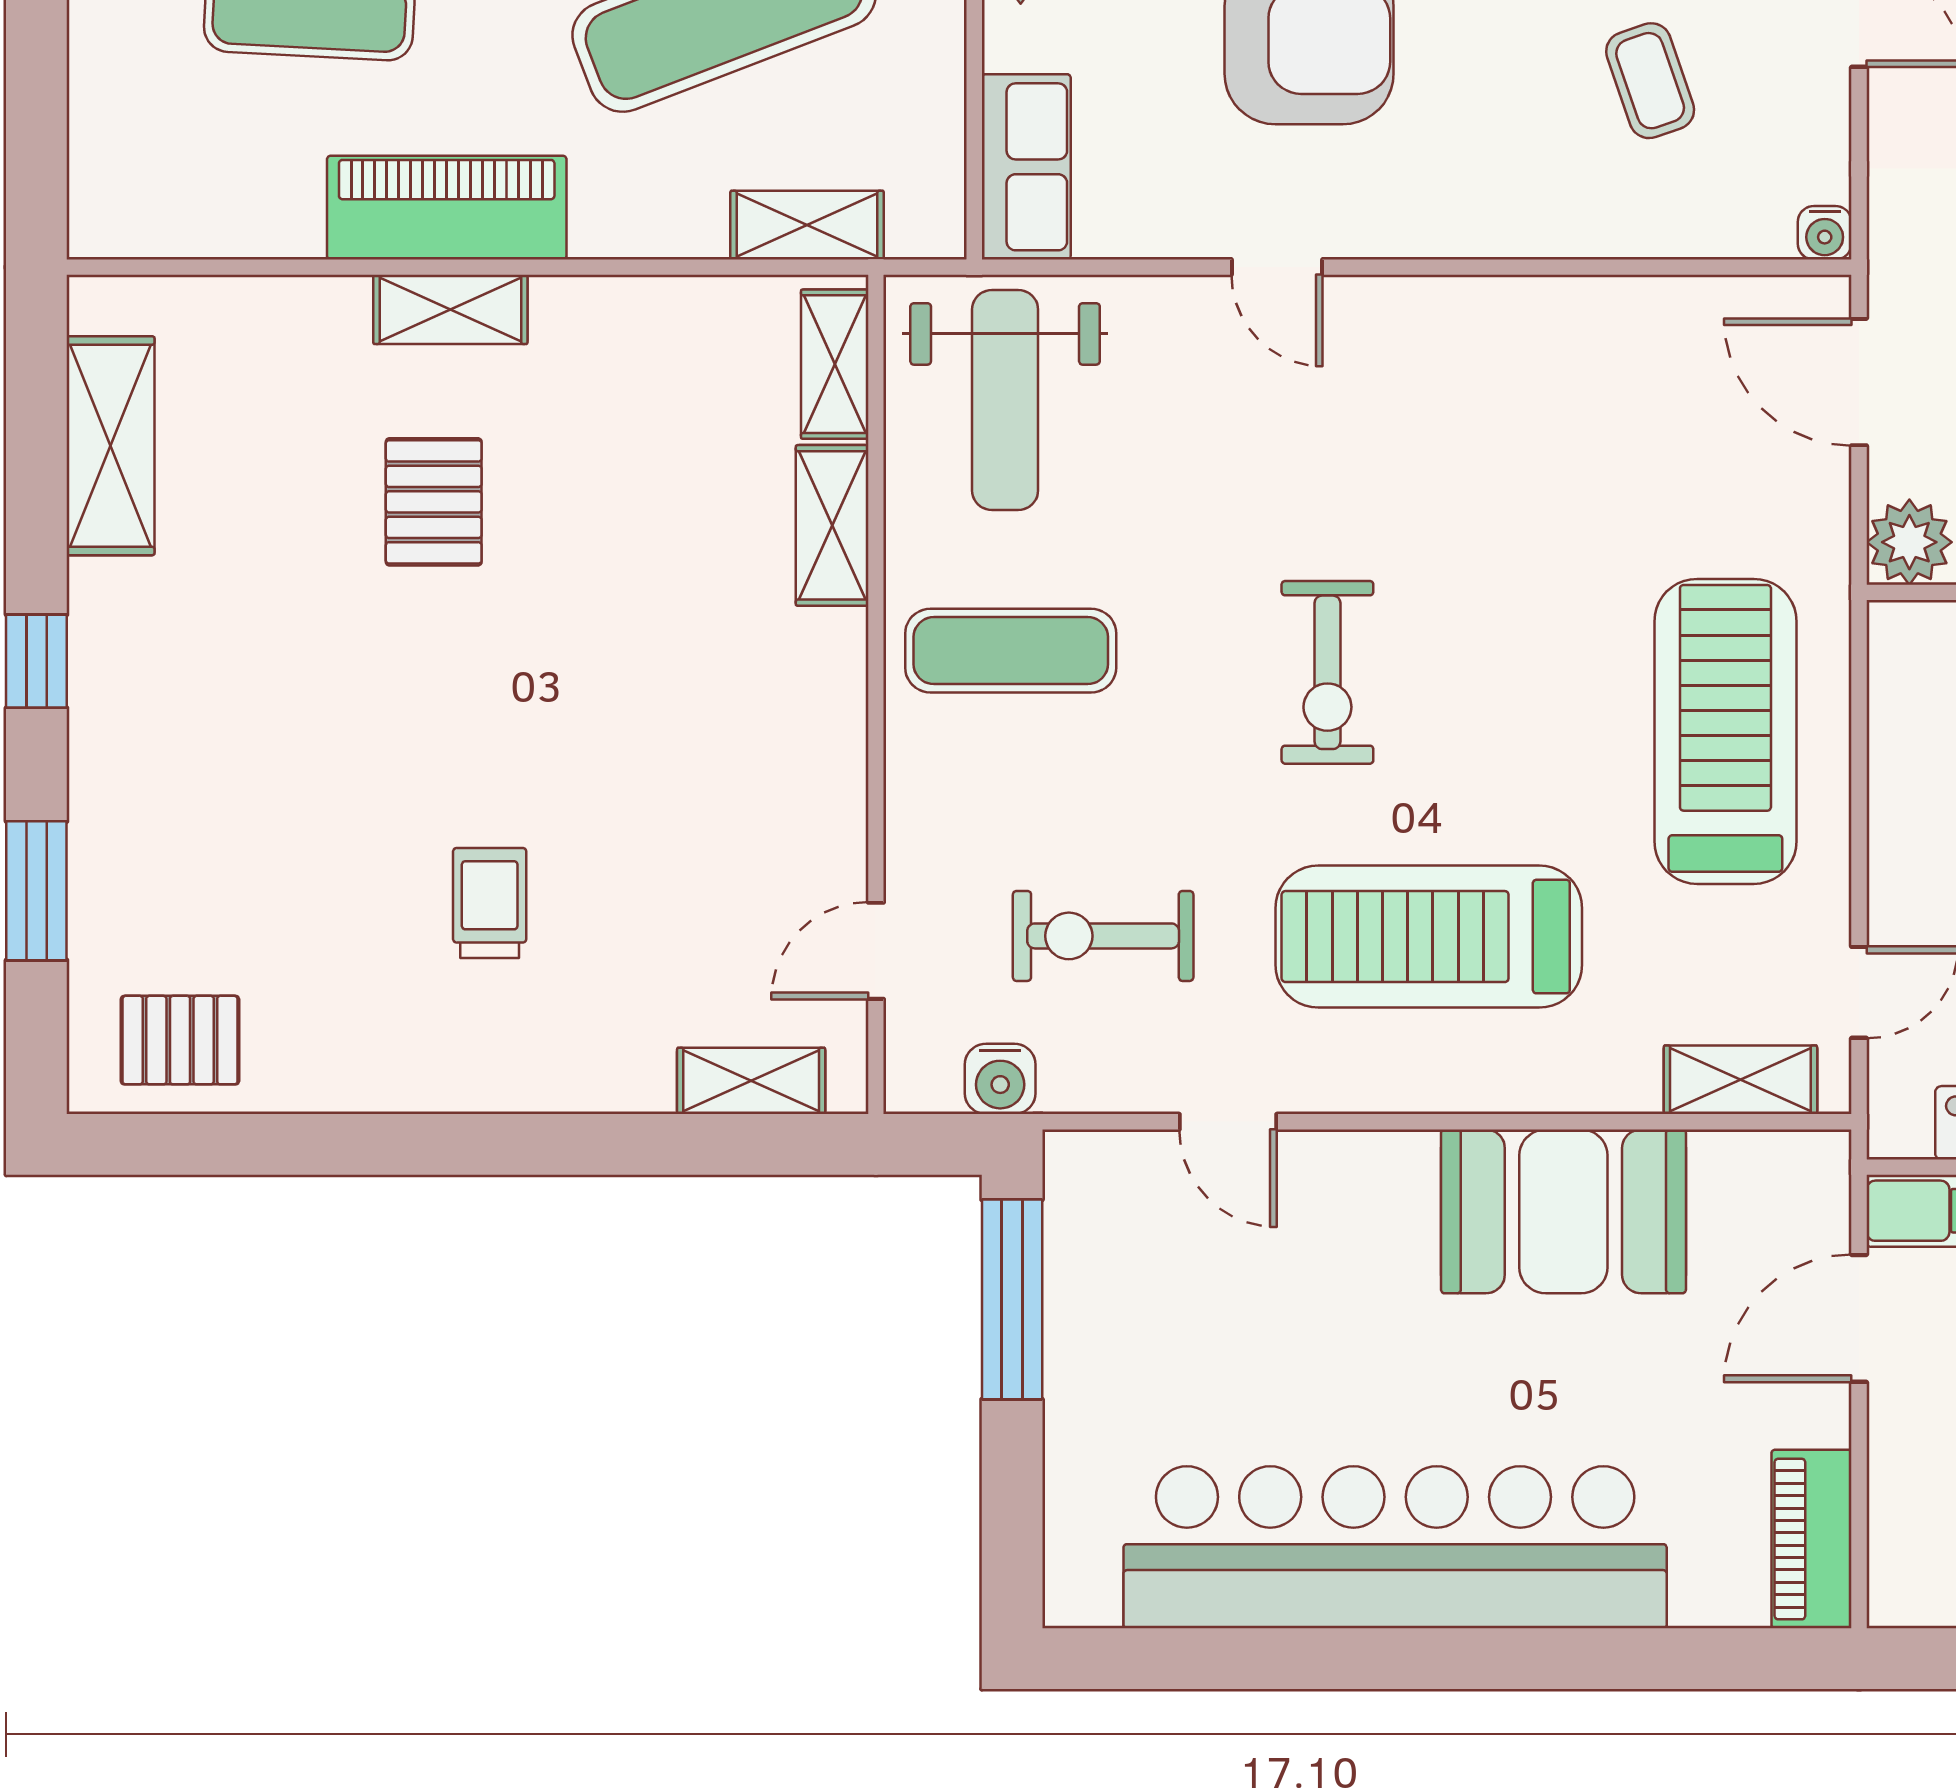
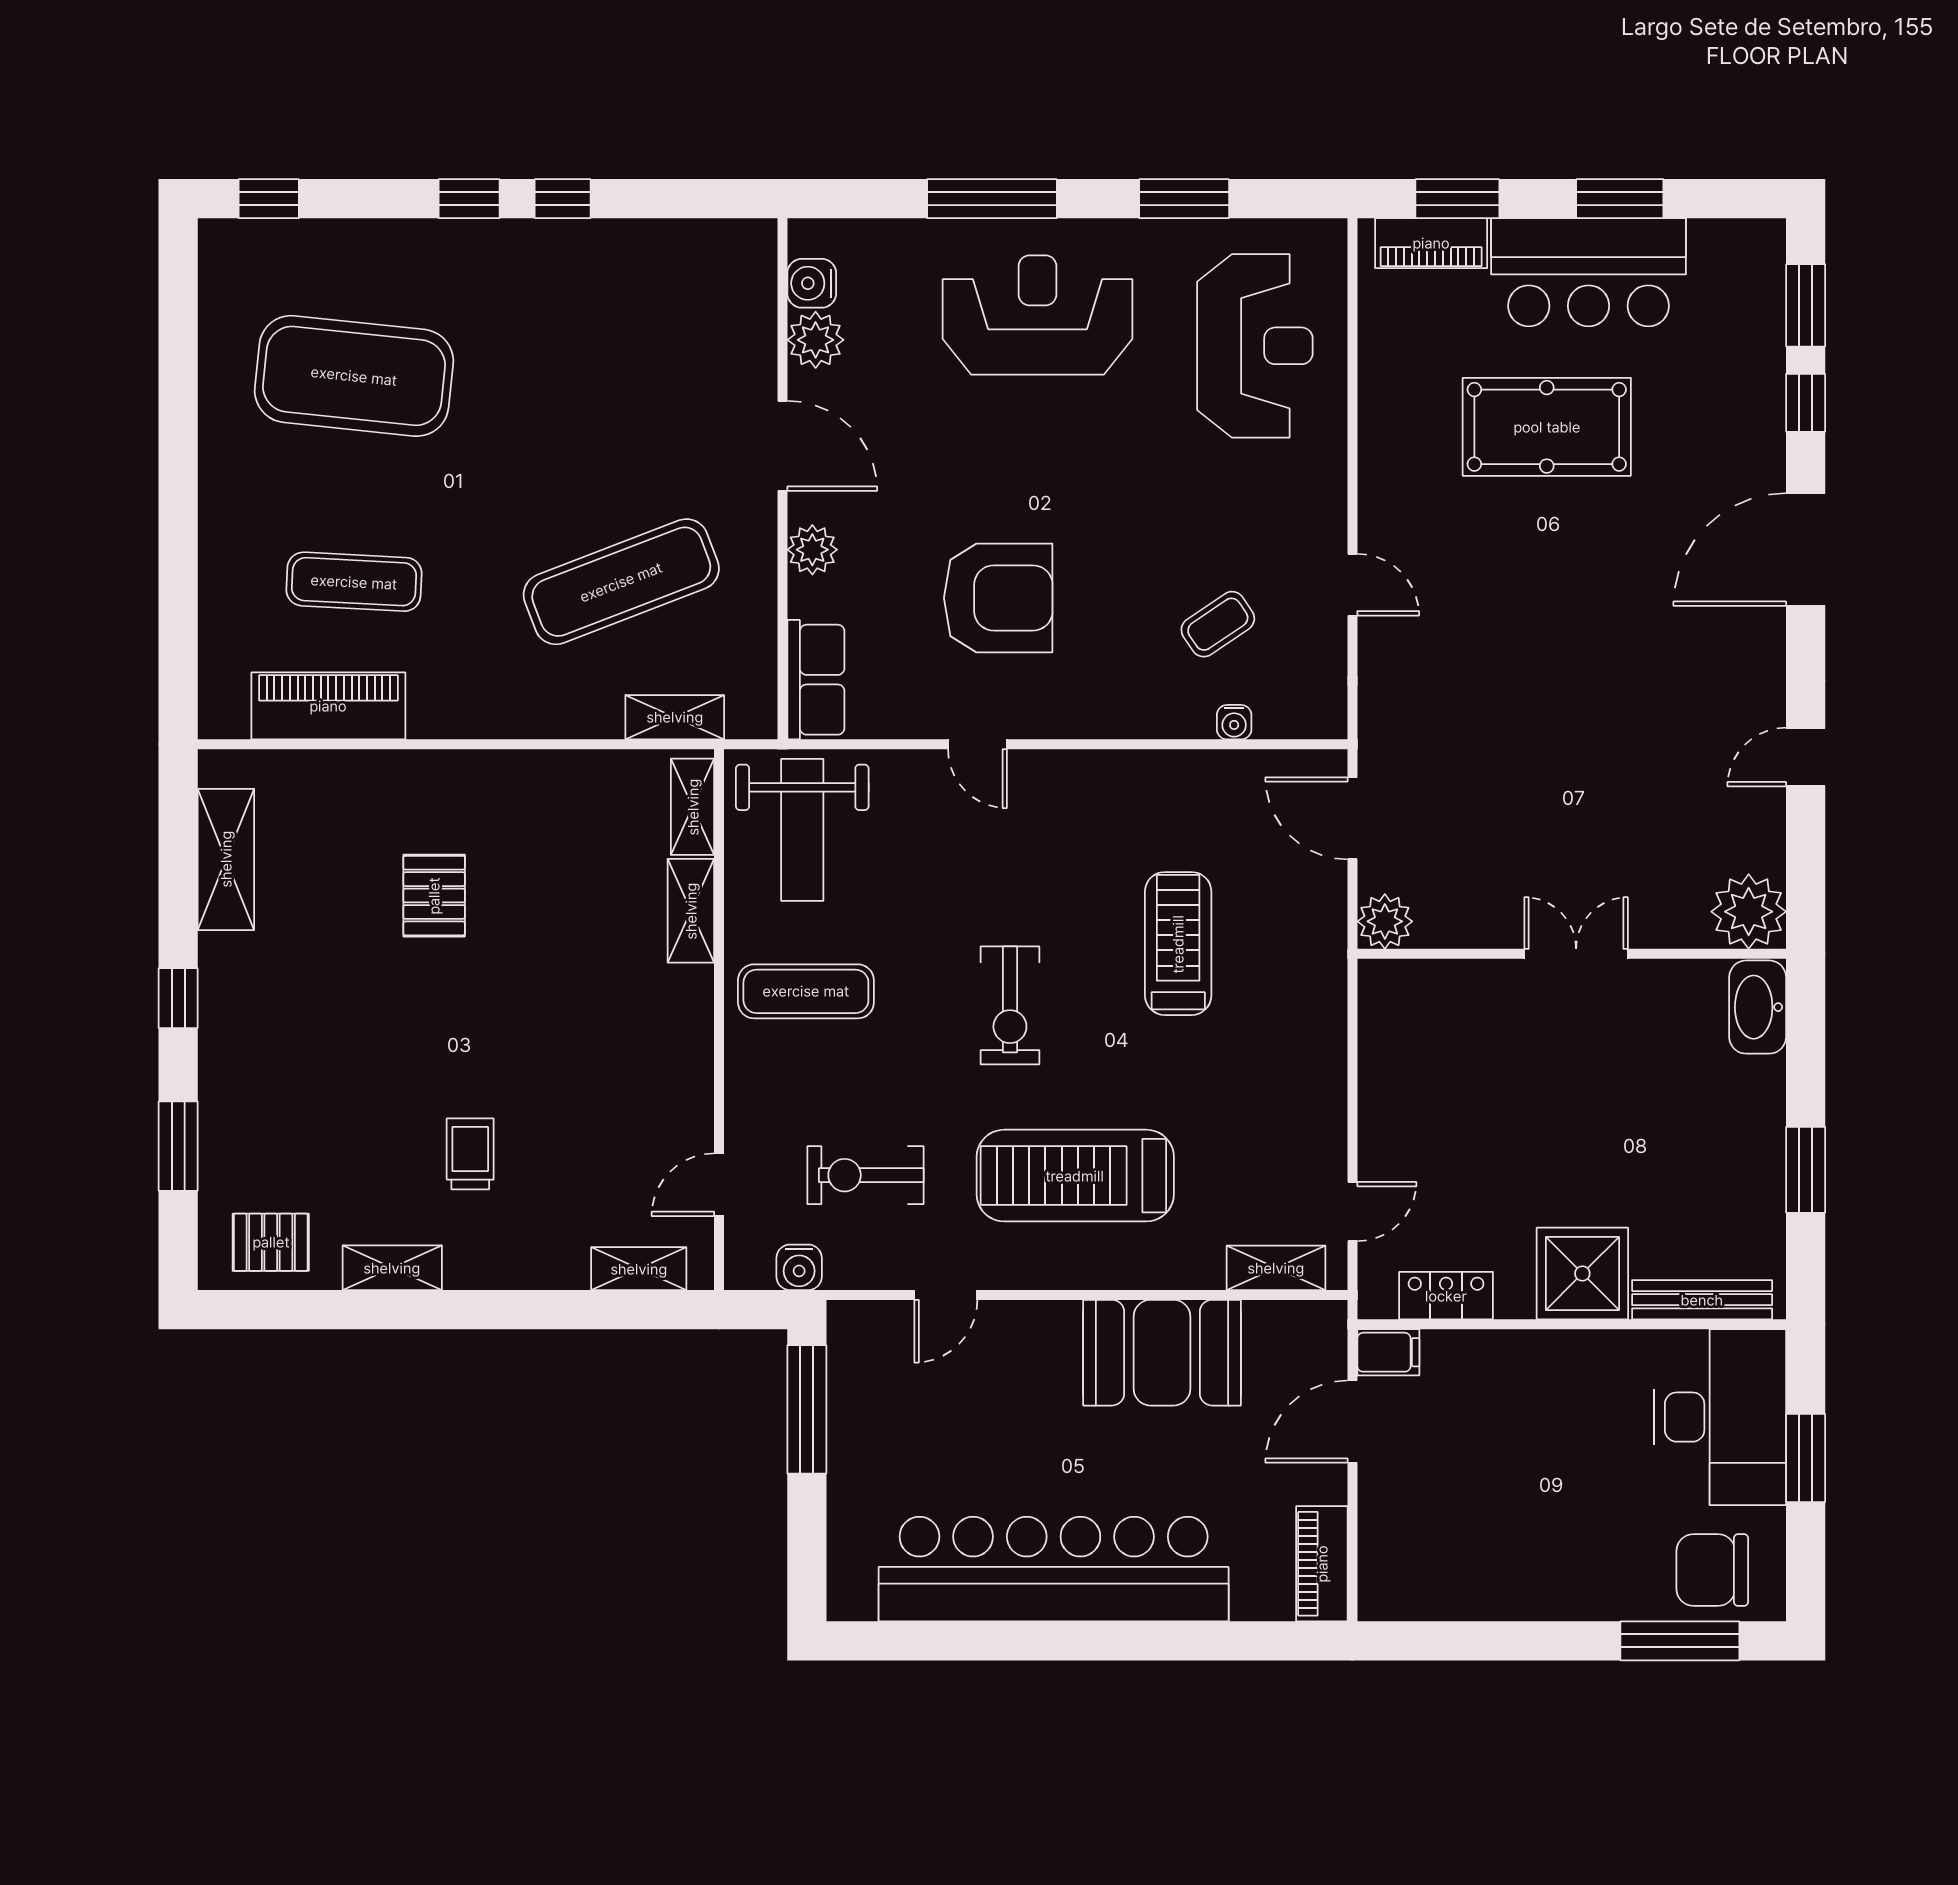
coffee table: (1650, 81) -> (1218, 624), turned 75
piano: (447, 208) -> (328, 706), moved
water cooler: (1825, 233) -> (1234, 722), moved
shelving: (450, 309) -> (392, 1268), moved
treadmill: (1725, 731) -> (1178, 944), moved, width x0.73, depth x0.73
door: (1228, 1122) -> (946, 1295), hinge flipped

